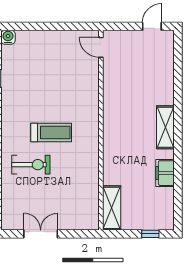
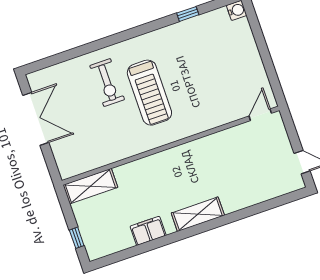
treadmill: (51, 133) -> (149, 93), width x1.37, depth x1.38
double door: (41, 234) -> (36, 119), width x1.37

